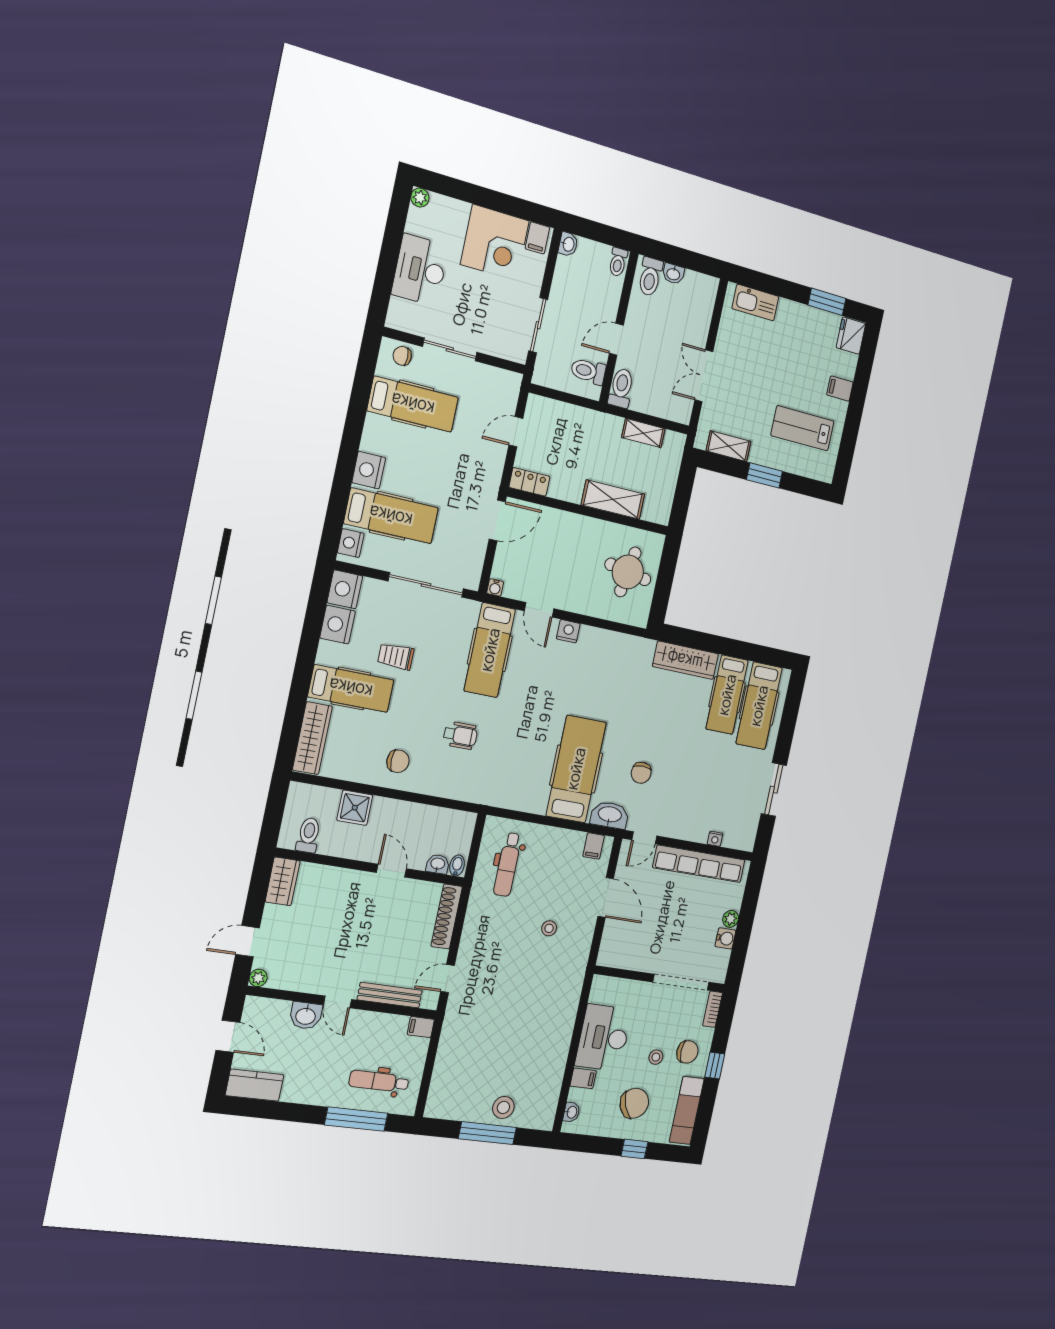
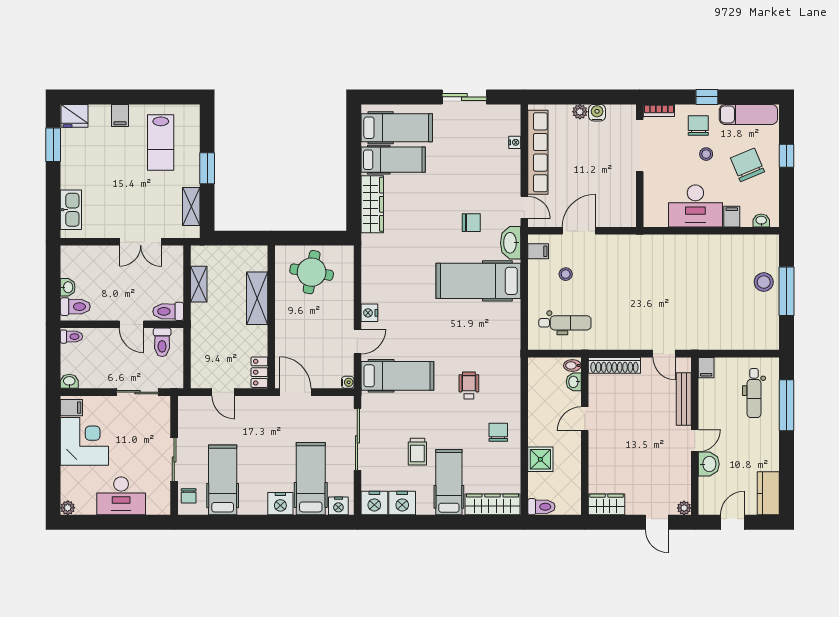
toilet: (308, 835) -> (541, 507), moved, turned 180
stool: (549, 928) -> (566, 274), moved

